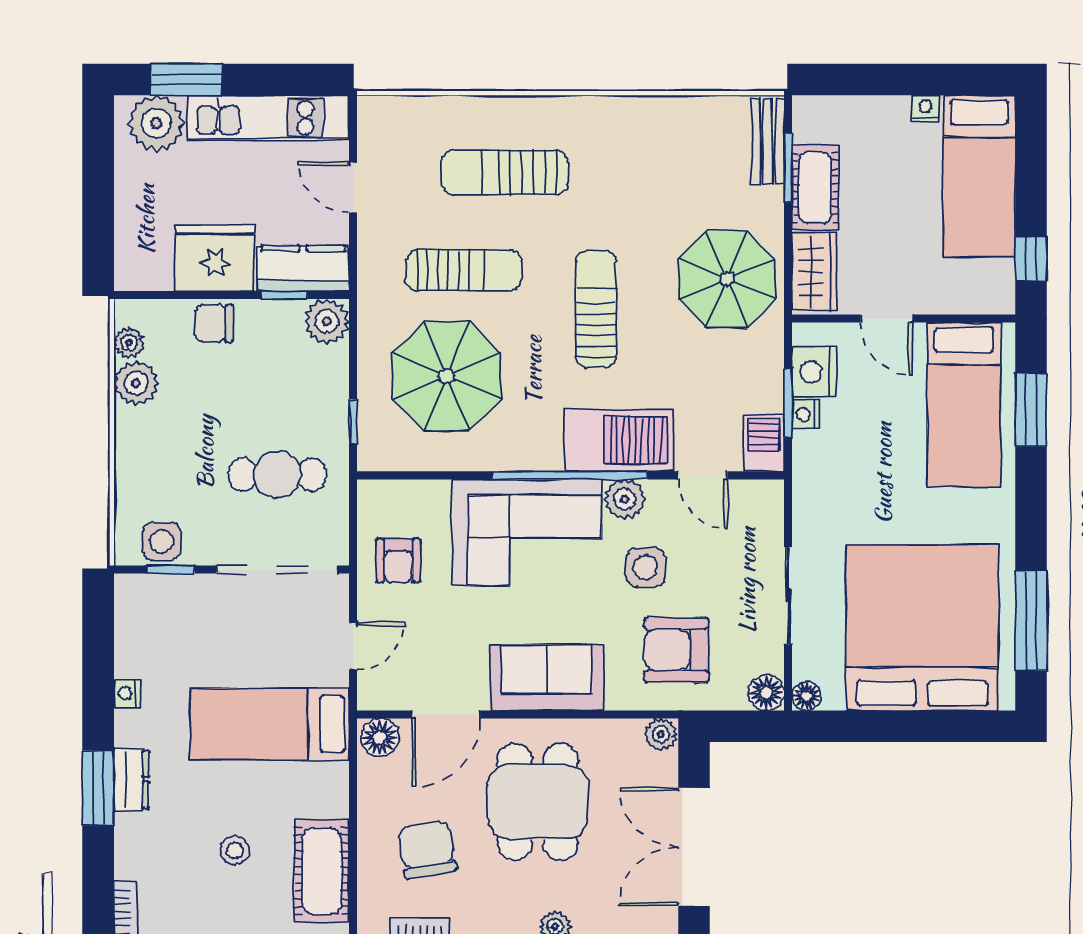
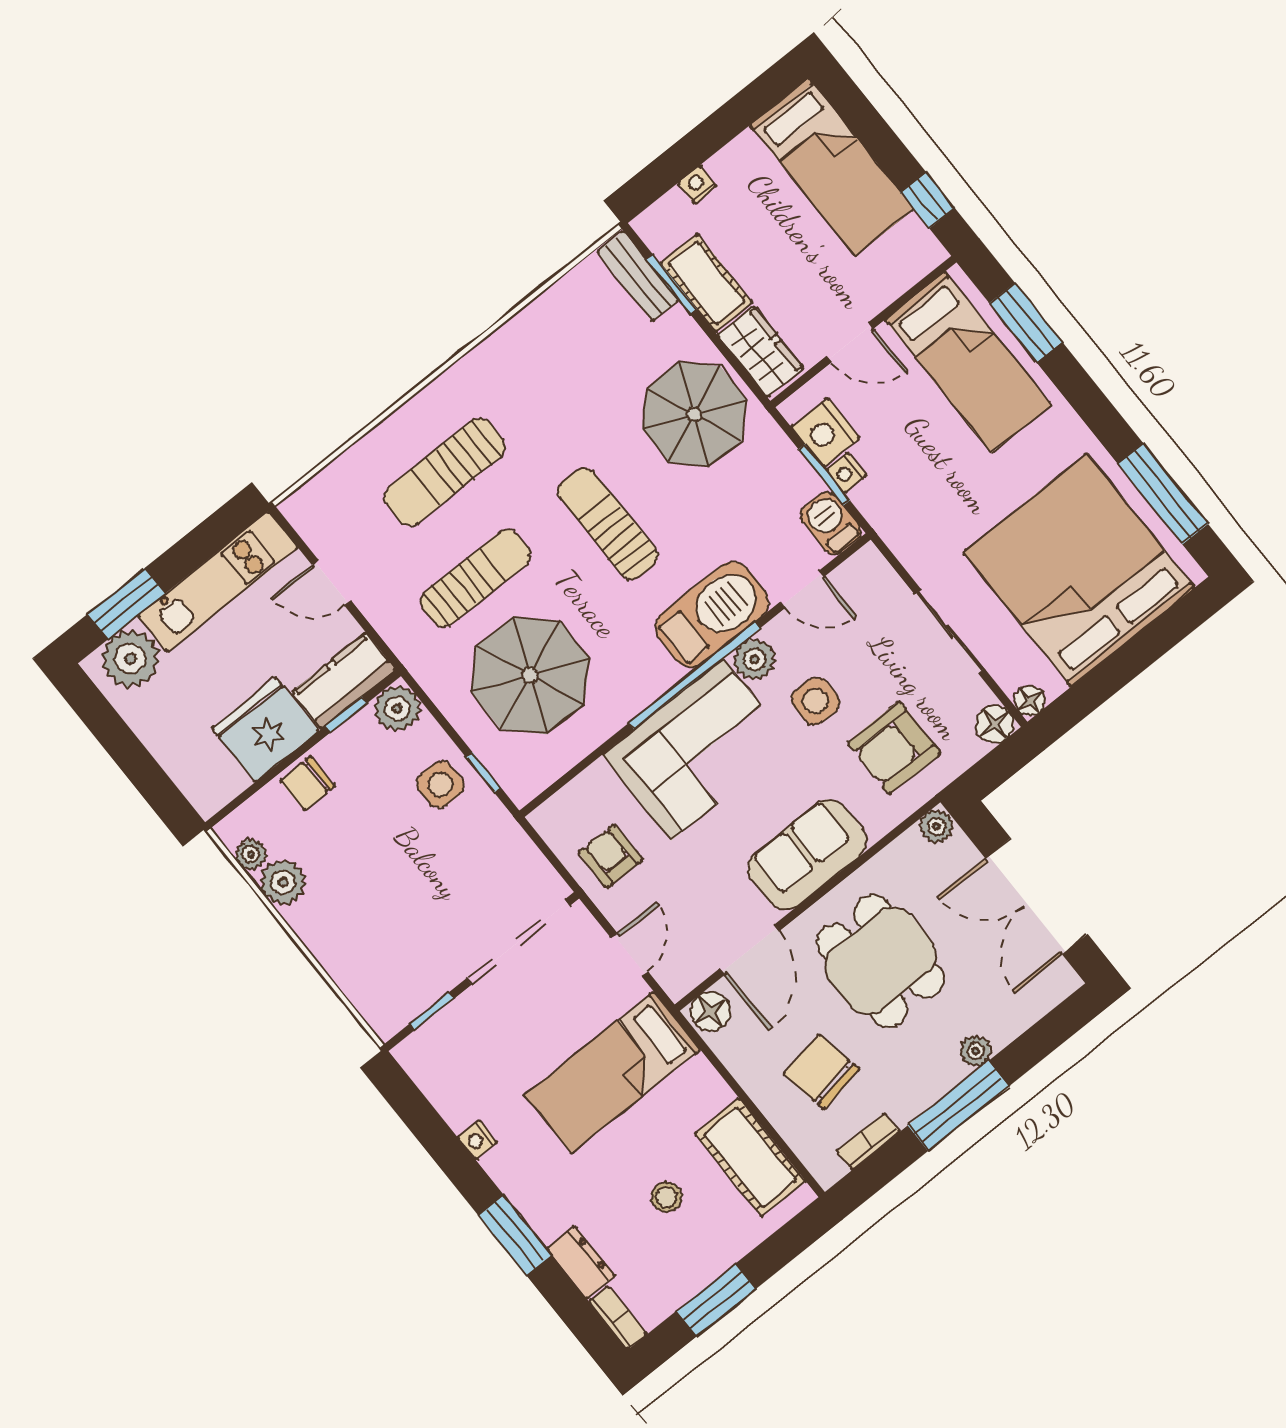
nightstand: (926, 108) -> (697, 185), moved
cafe table: (278, 475) -> (457, 865), removed
side table: (162, 541) -> (440, 784), moved
armchair: (398, 561) -> (611, 856), turned 180
dresser: (131, 779) -> (581, 1262), moved

